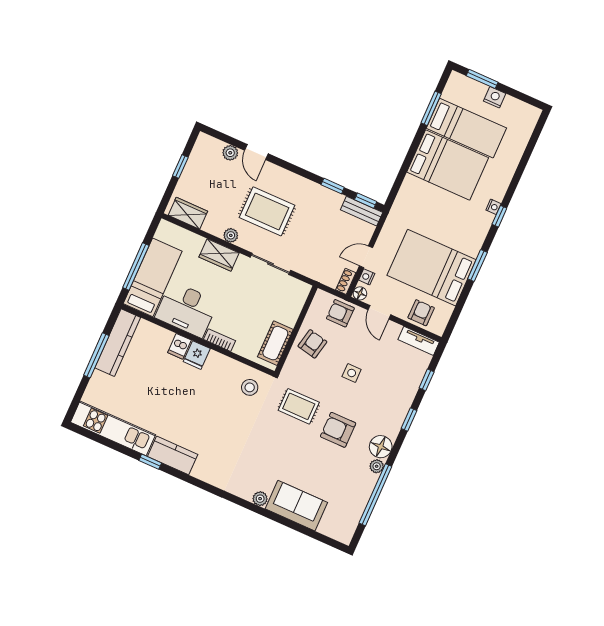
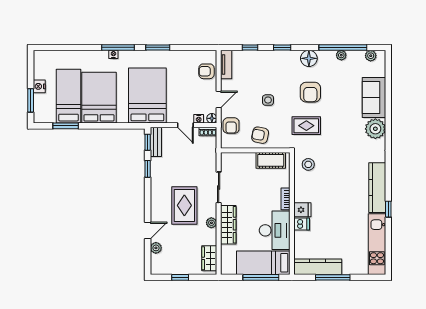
window: (499, 216) -> (118, 47), width x2.17
wardrobe: (219, 255) -> (228, 225), width x1.50
bed: (432, 268) -> (147, 96), moved, turned 180
rug: (299, 406) -> (306, 126), turned 90
kitchen counter: (173, 455) -> (377, 188), width x1.50
plant: (377, 466) -> (341, 55), moved
plant: (260, 499) -> (375, 129), width x1.88, depth x1.88
plant: (350, 525) -> (371, 56), added

